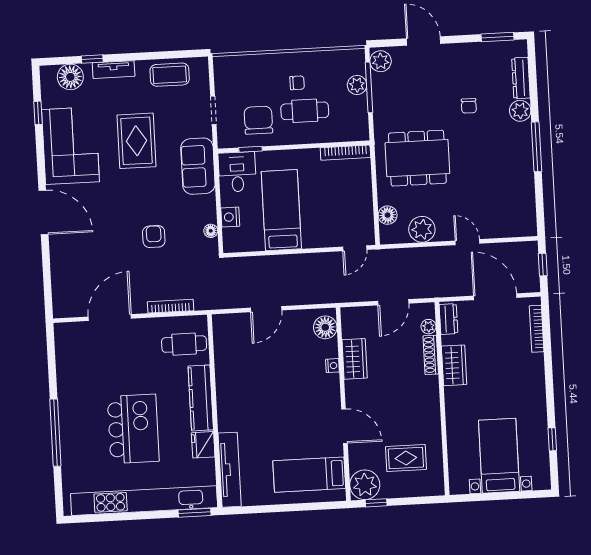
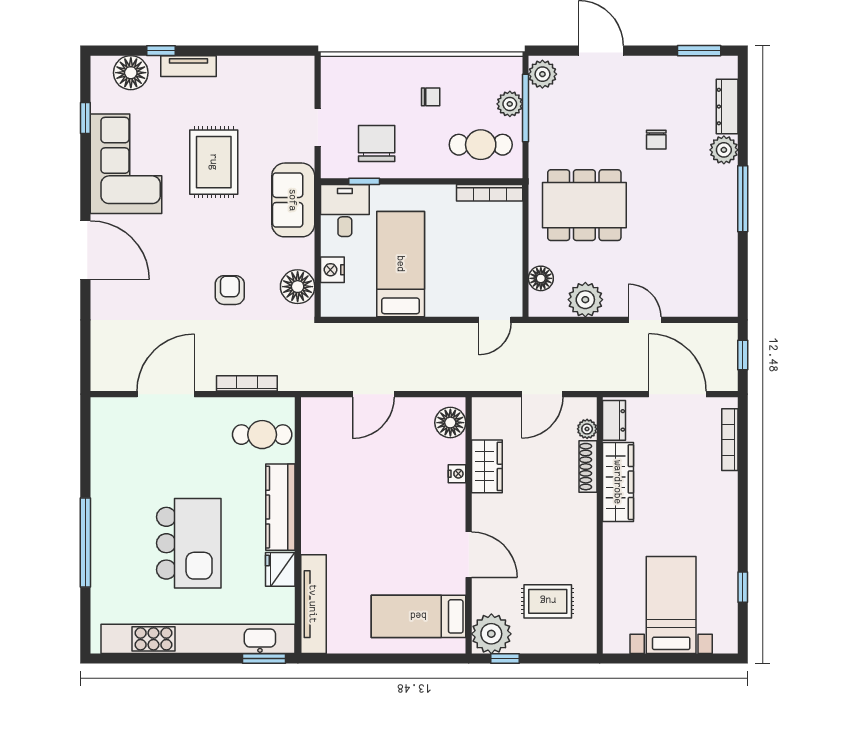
coffee table: (170, 75) -> (262, 77), removed
cafe table: (305, 111) -> (481, 145), moved
floor lamp: (211, 231) -> (298, 287), width x1.89, depth x1.89
wardrobe: (454, 365) -> (618, 482), width x1.50

